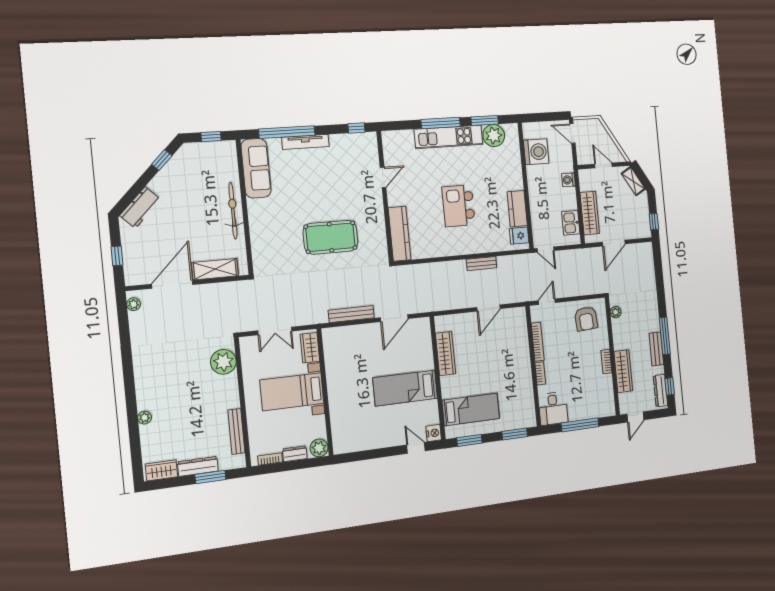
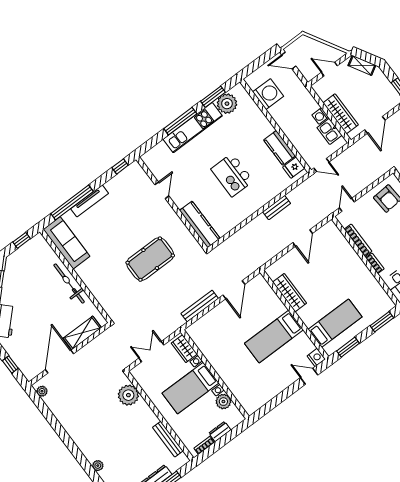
washing machine: (569, 180) -> (320, 116), moved
double door: (275, 331) -> (151, 352), swing flipped
plant: (319, 448) -> (223, 402), moved

